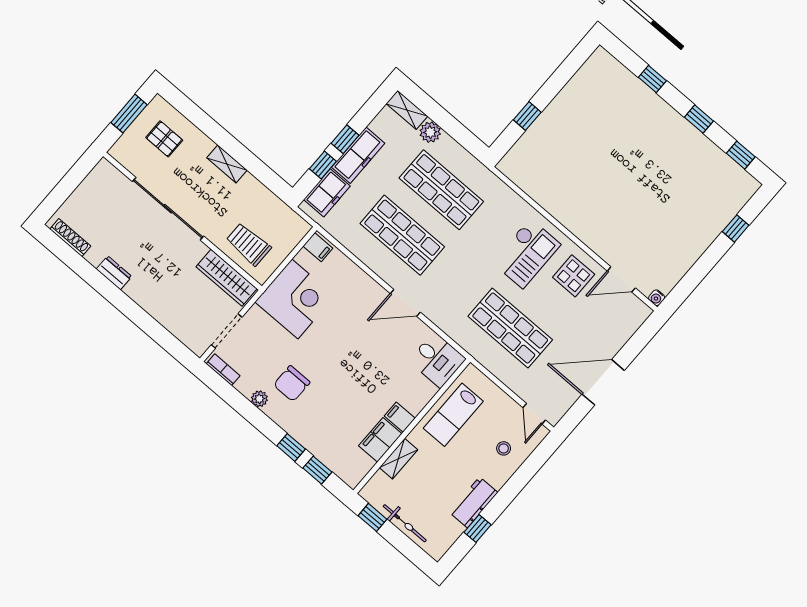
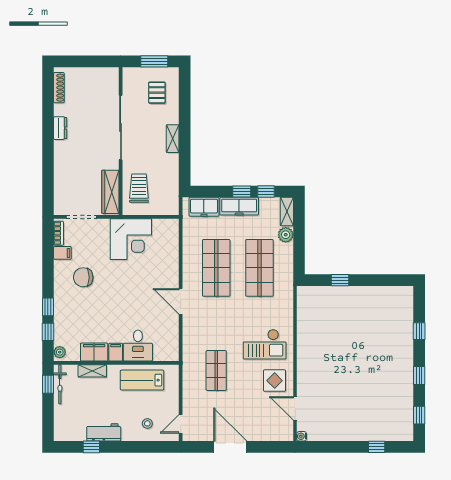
window: (323, 165) -> (266, 192), moved
filing cabinet: (318, 247) -> (62, 253), moved, turned -90
shop shelf: (510, 328) -> (216, 370), width x0.70, depth x0.74
desk: (437, 360) -> (138, 346), moved
plant: (259, 399) -> (60, 352), moved
bicycle: (405, 523) -> (60, 384), moved

